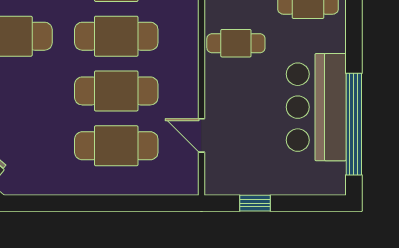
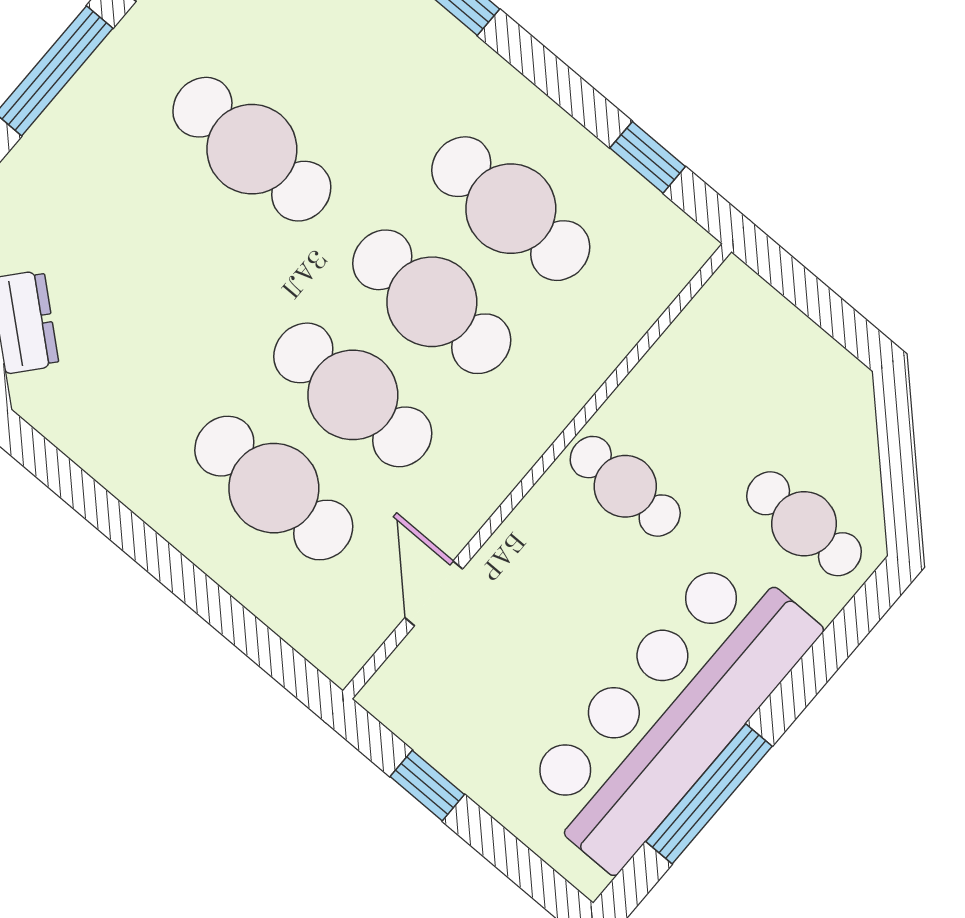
bar counter: (316, 107) -> (670, 711), width x1.36
window: (354, 124) -> (709, 794), width x0.68

